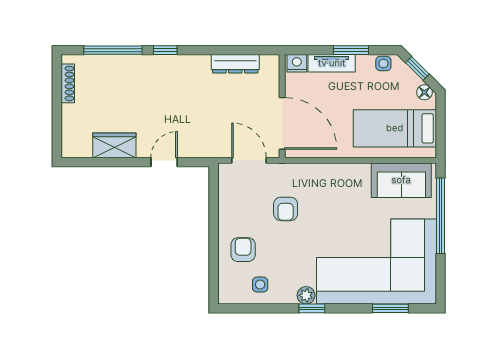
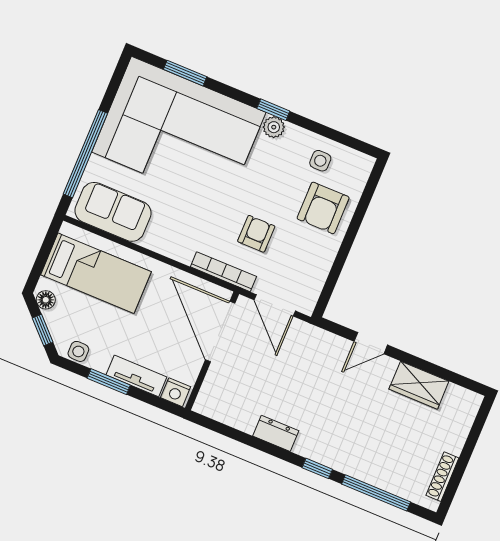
dresser: (235, 64) -> (276, 433), moved, width x0.70
bookcase: (299, 170) -> (223, 272), added
armchair: (243, 250) -> (323, 208), width x1.38, depth x1.38

